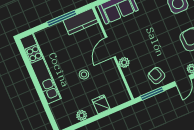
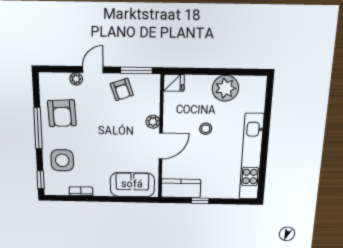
window: (62, 18) -> (200, 201), width x0.46
fridge: (101, 104) -> (174, 83), moved, turned -90
plant: (82, 115) -> (225, 88), width x1.87, depth x1.87

